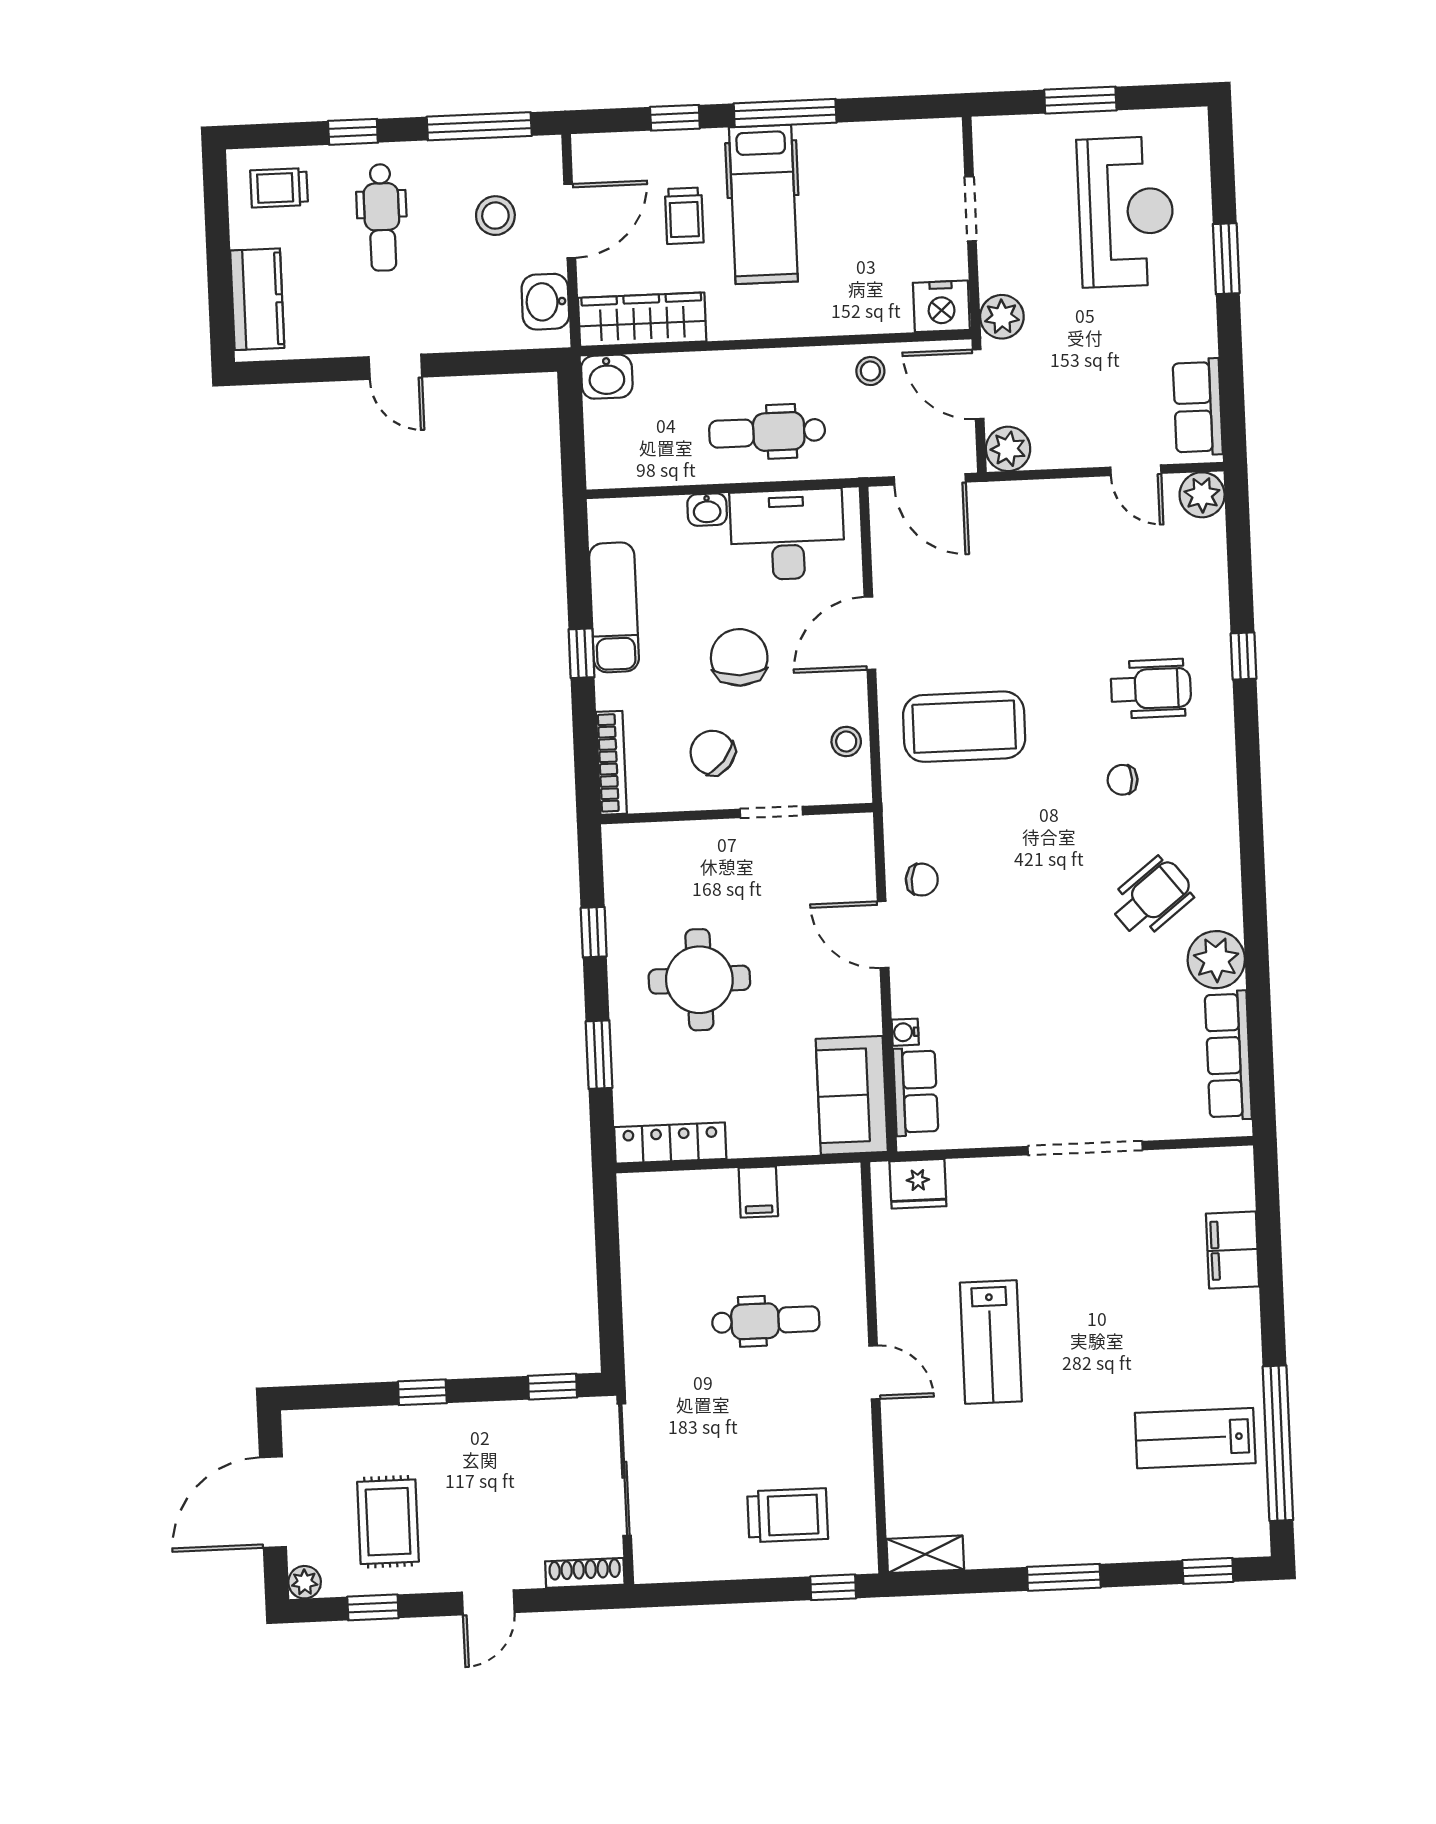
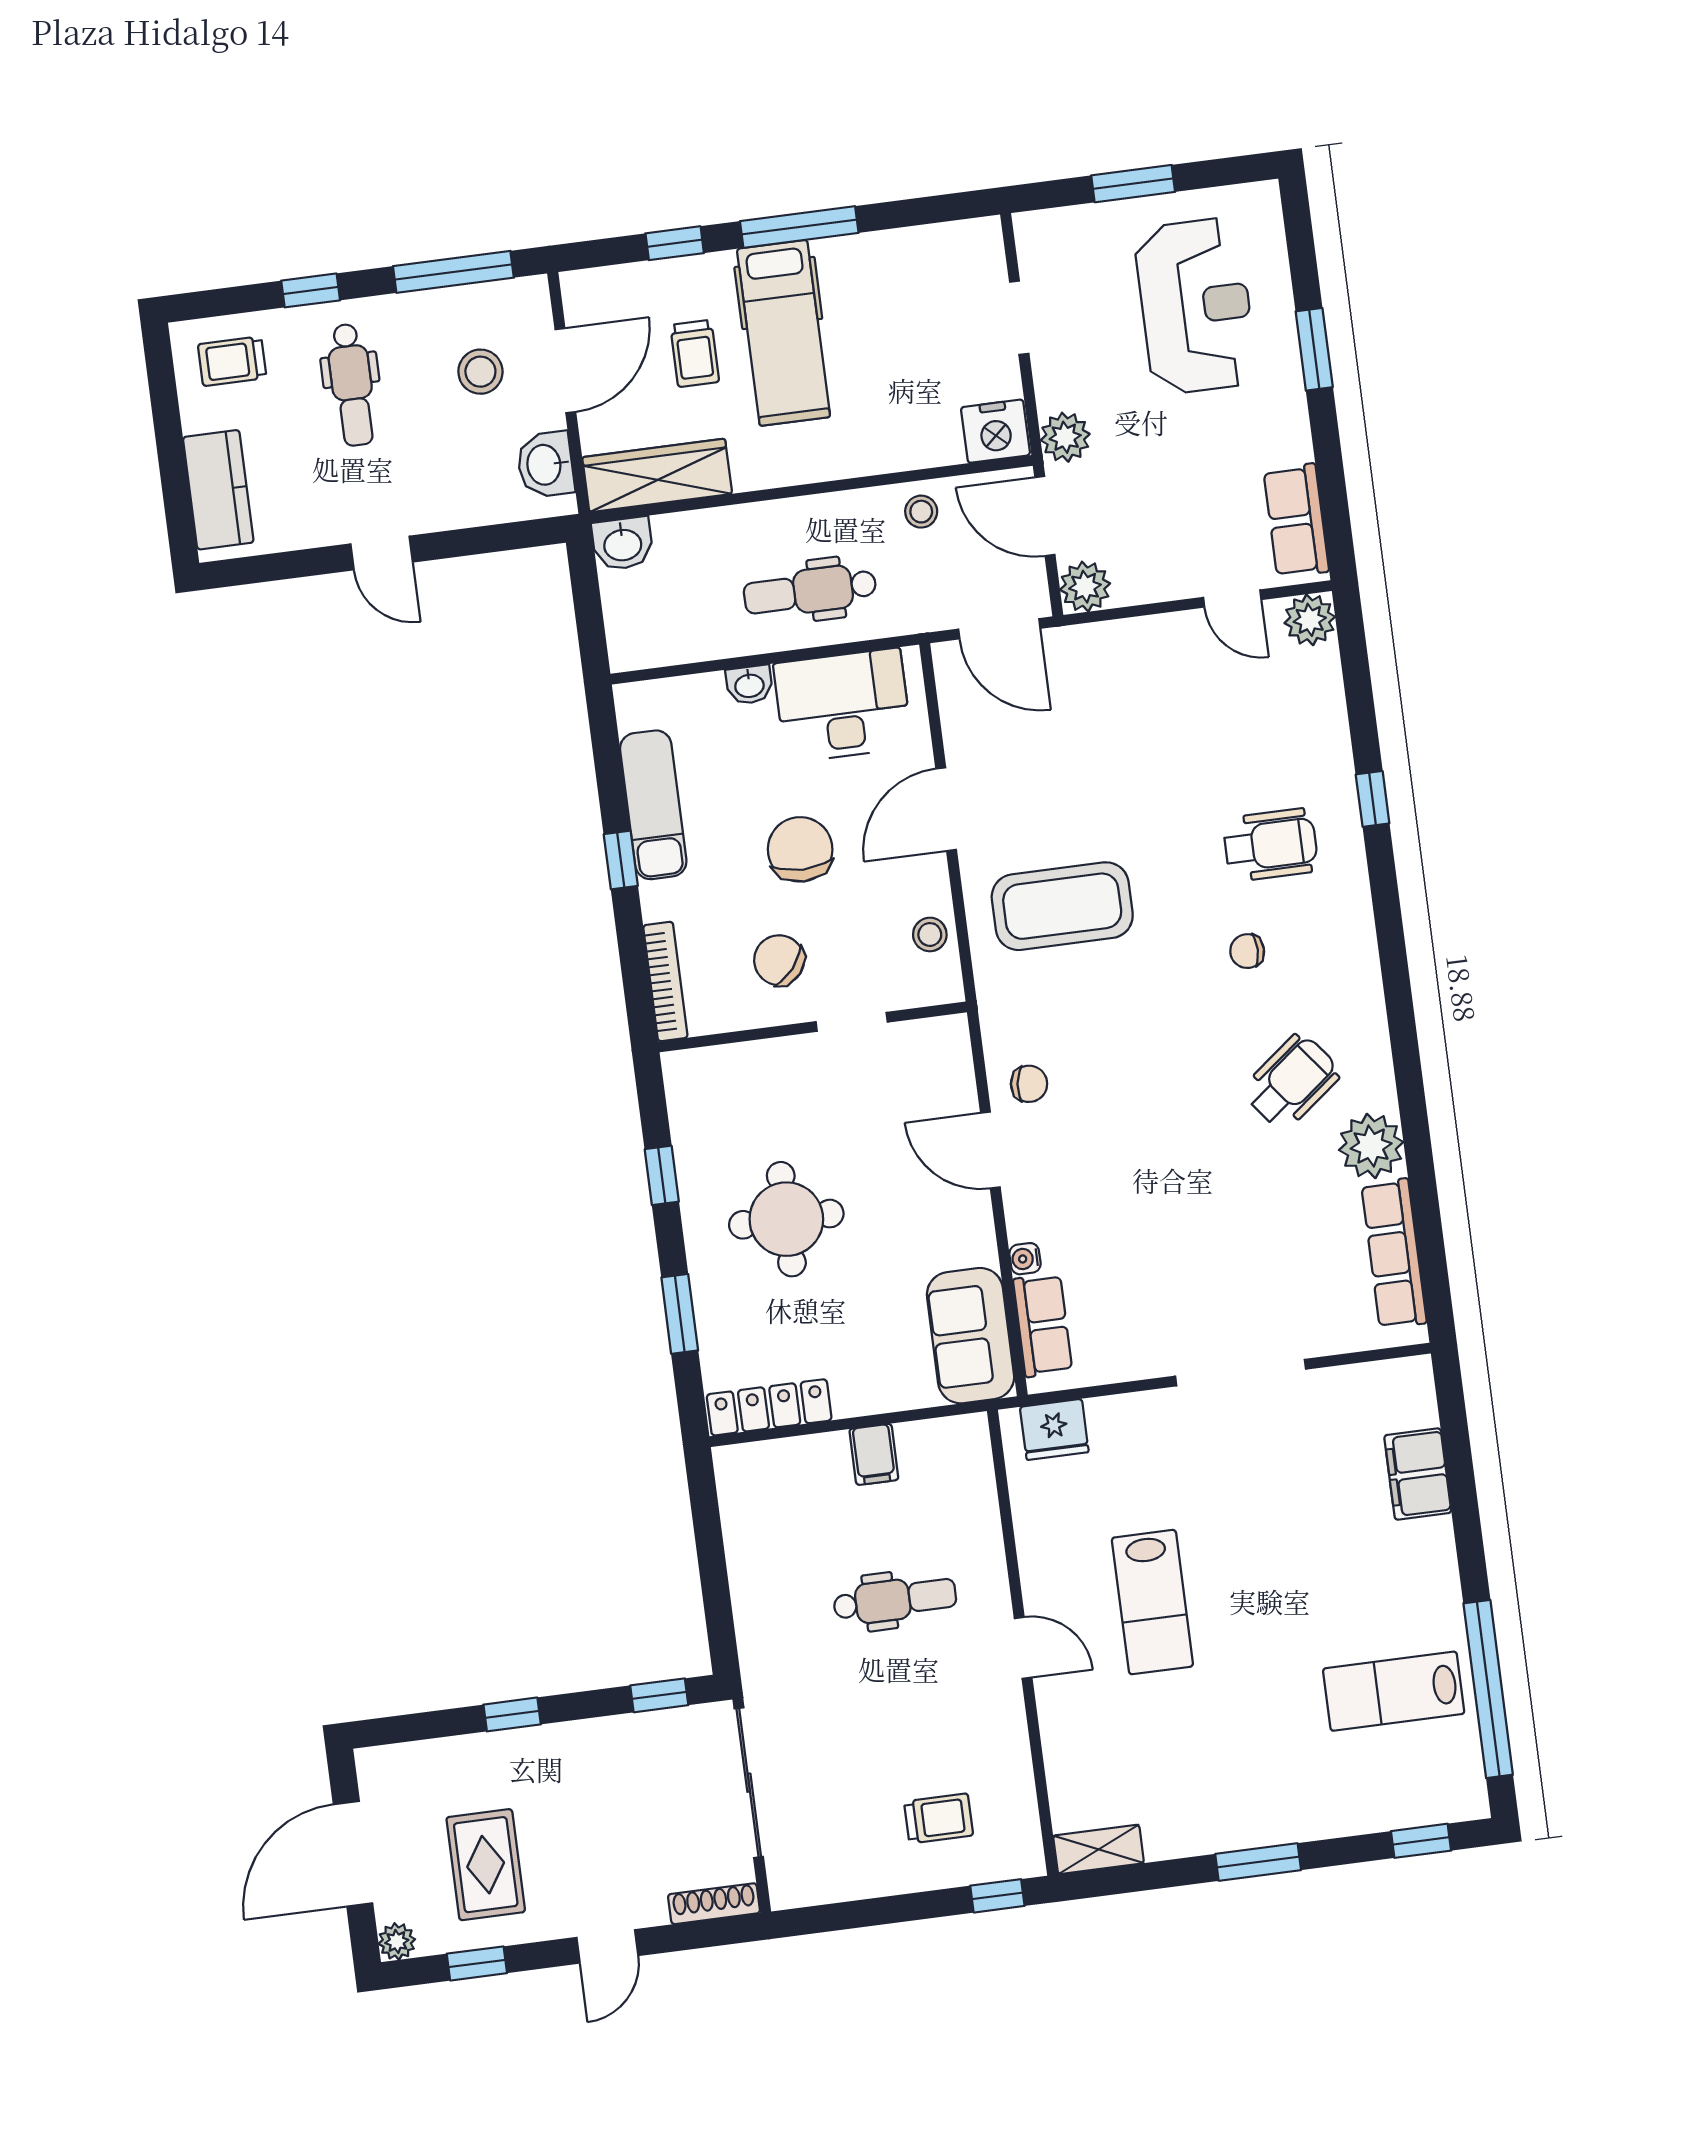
trolley: (788, 1515) -> (939, 1818), width x0.73, depth x0.72

